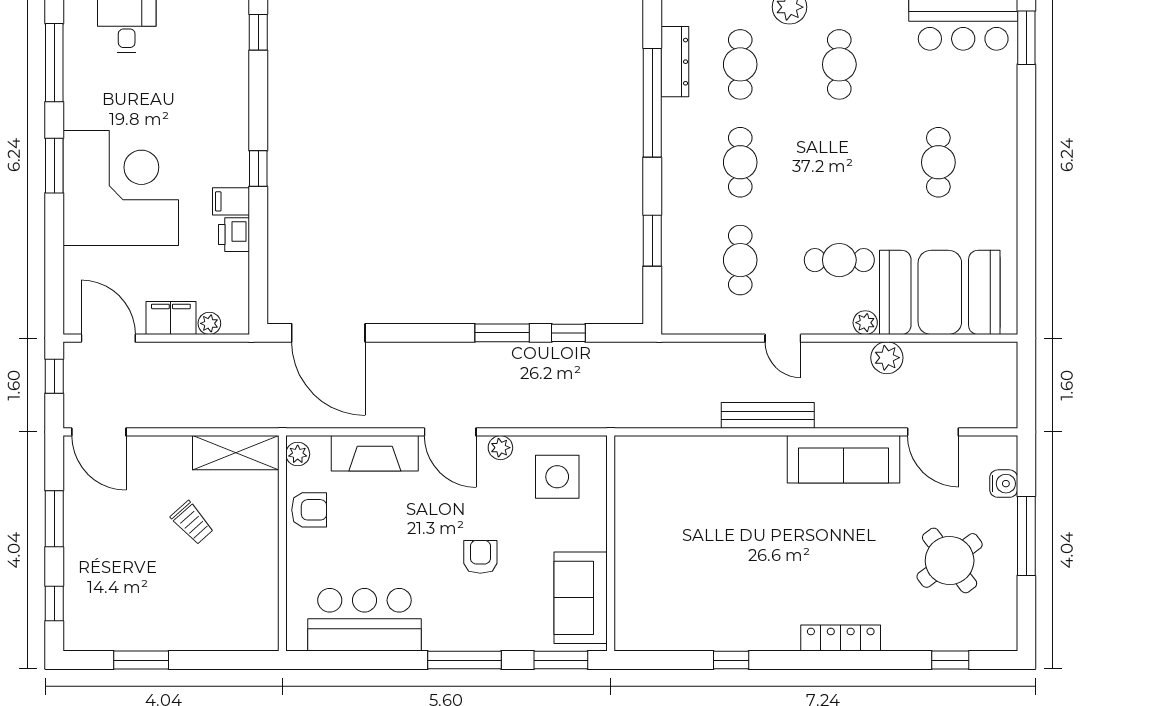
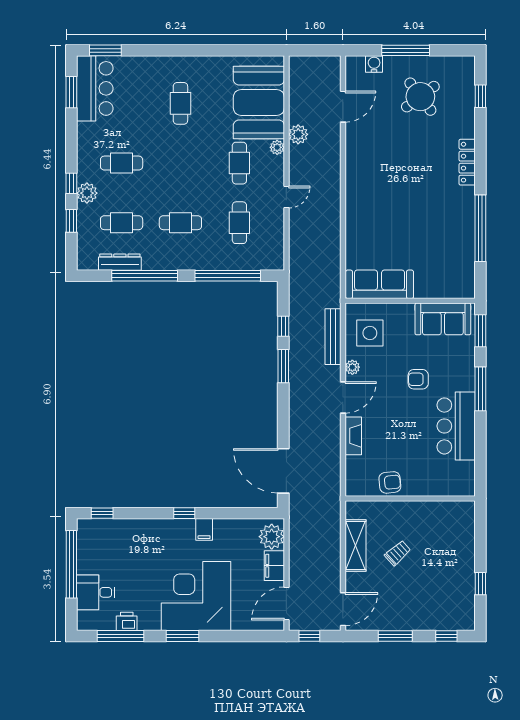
cafe table: (938, 162) -> (180, 103), turned 90
printer: (234, 235) -> (127, 621), moved, turned 180
window: (652, 241) -> (228, 276), width x2.11
cafe table: (740, 260) -> (239, 223), turned 90
plant: (209, 323) -> (272, 537), width x1.88, depth x1.88
door: (328, 333) -> (283, 471), swing flipped
bench: (768, 415) -> (333, 337), moved
shelving: (236, 453) -> (355, 546), moved
fireplace: (375, 453) -> (353, 436), width x0.73, depth x0.76
plant: (298, 454) -> (356, 489), removed
sofa: (844, 459) -> (380, 284), moved, turned -90
armchair: (309, 510) -> (390, 482), turned 84
bar counter: (364, 620) -> (456, 426), moved
window: (141, 660) -> (480, 584), width x0.67
window: (731, 660) -> (480, 228), width x3.17

